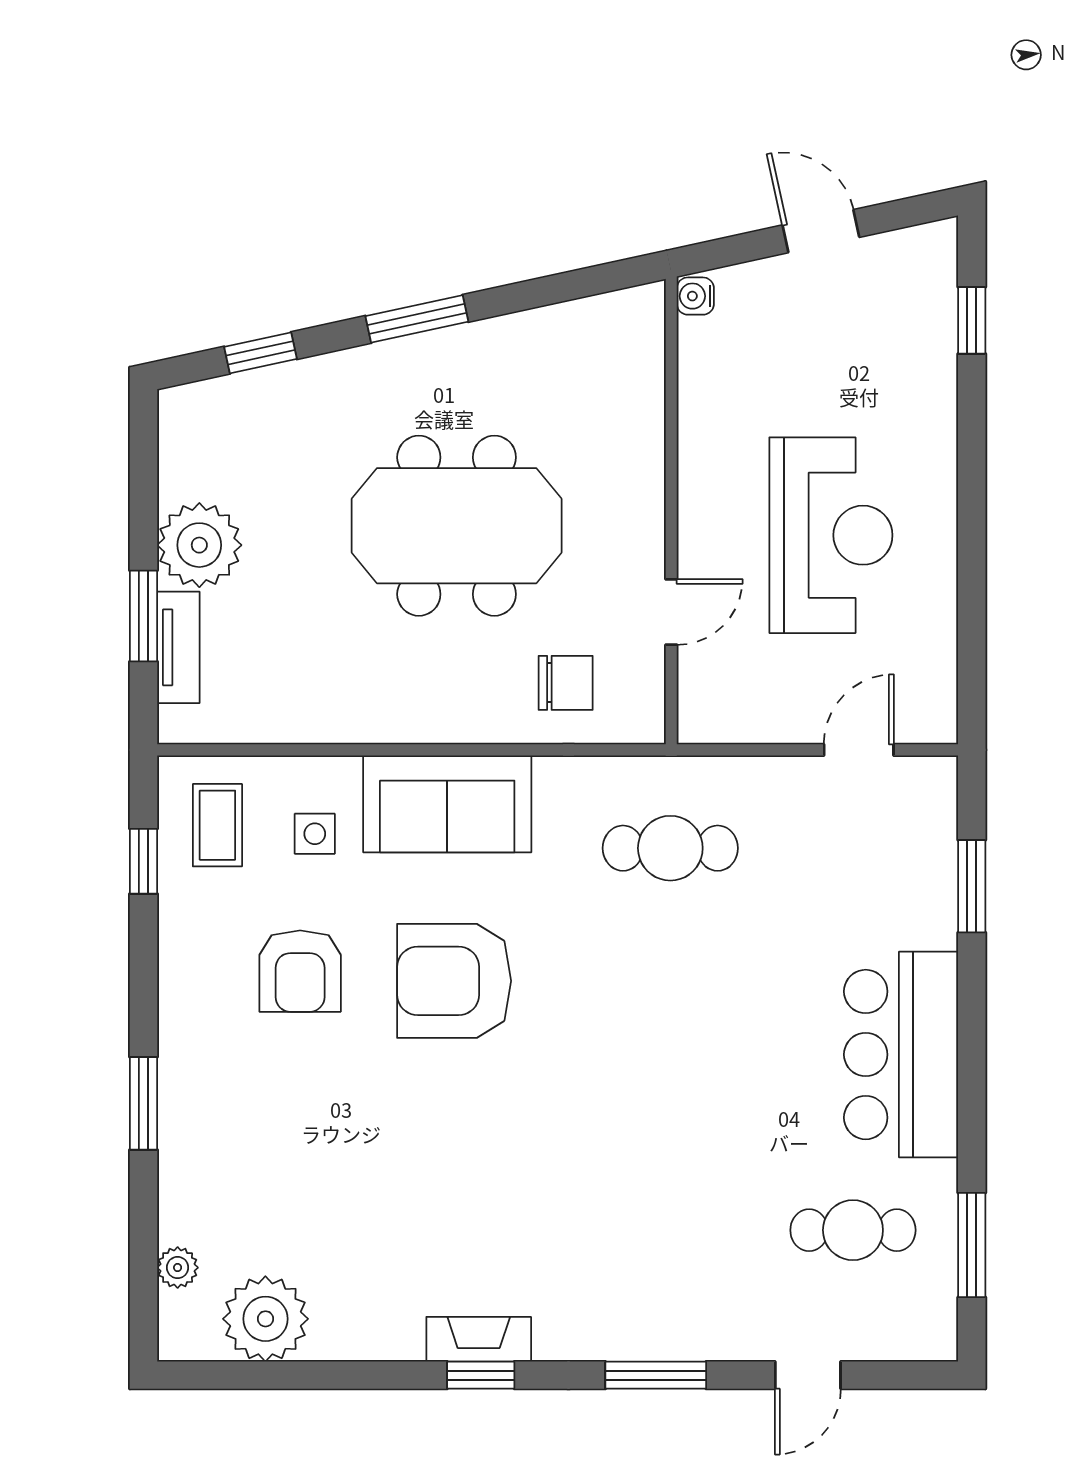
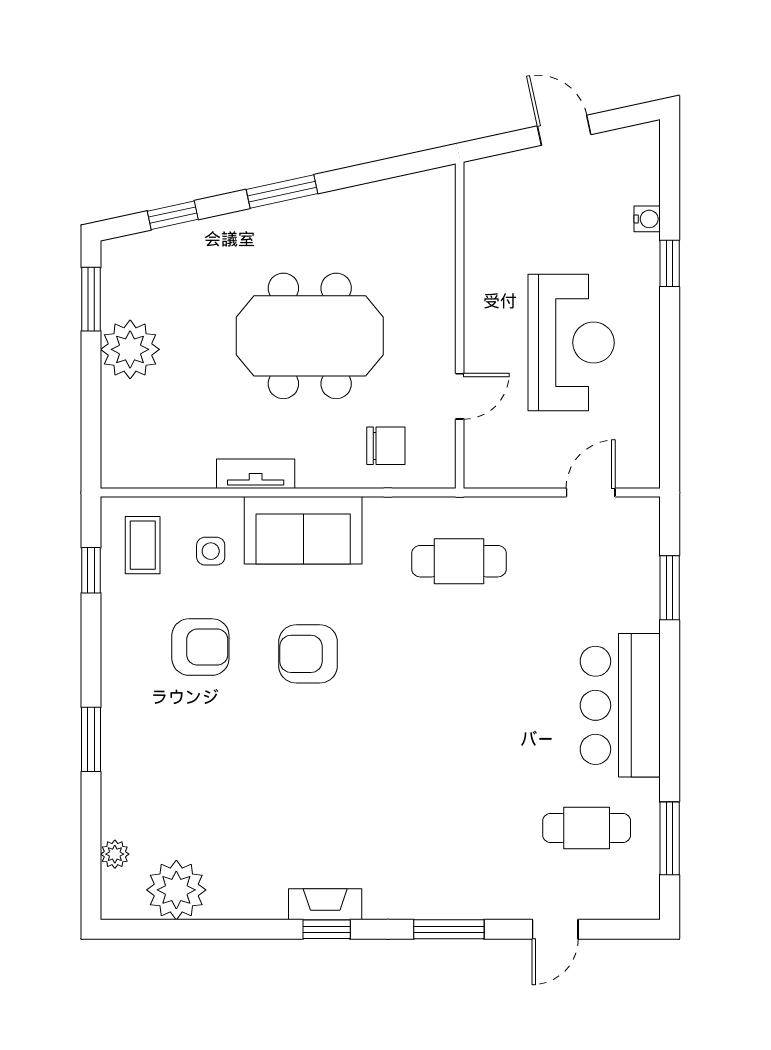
water cooler: (695, 296) -> (647, 219), moved, turned 180
window: (972, 320) -> (670, 263), moved
window: (143, 616) -> (91, 299), moved
tv unit: (178, 647) -> (256, 474), moved, turned -90
armchair: (300, 971) -> (200, 647), turned -90
armchair: (454, 981) -> (308, 654), width x0.73, depth x0.73

